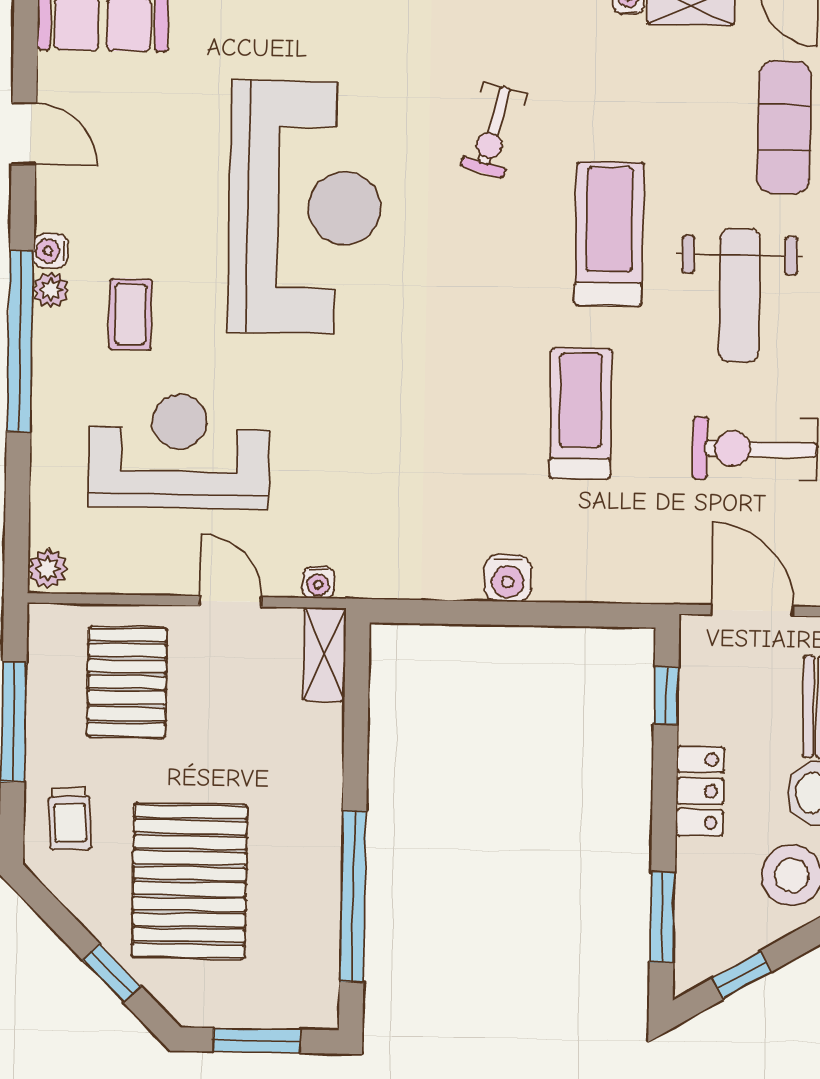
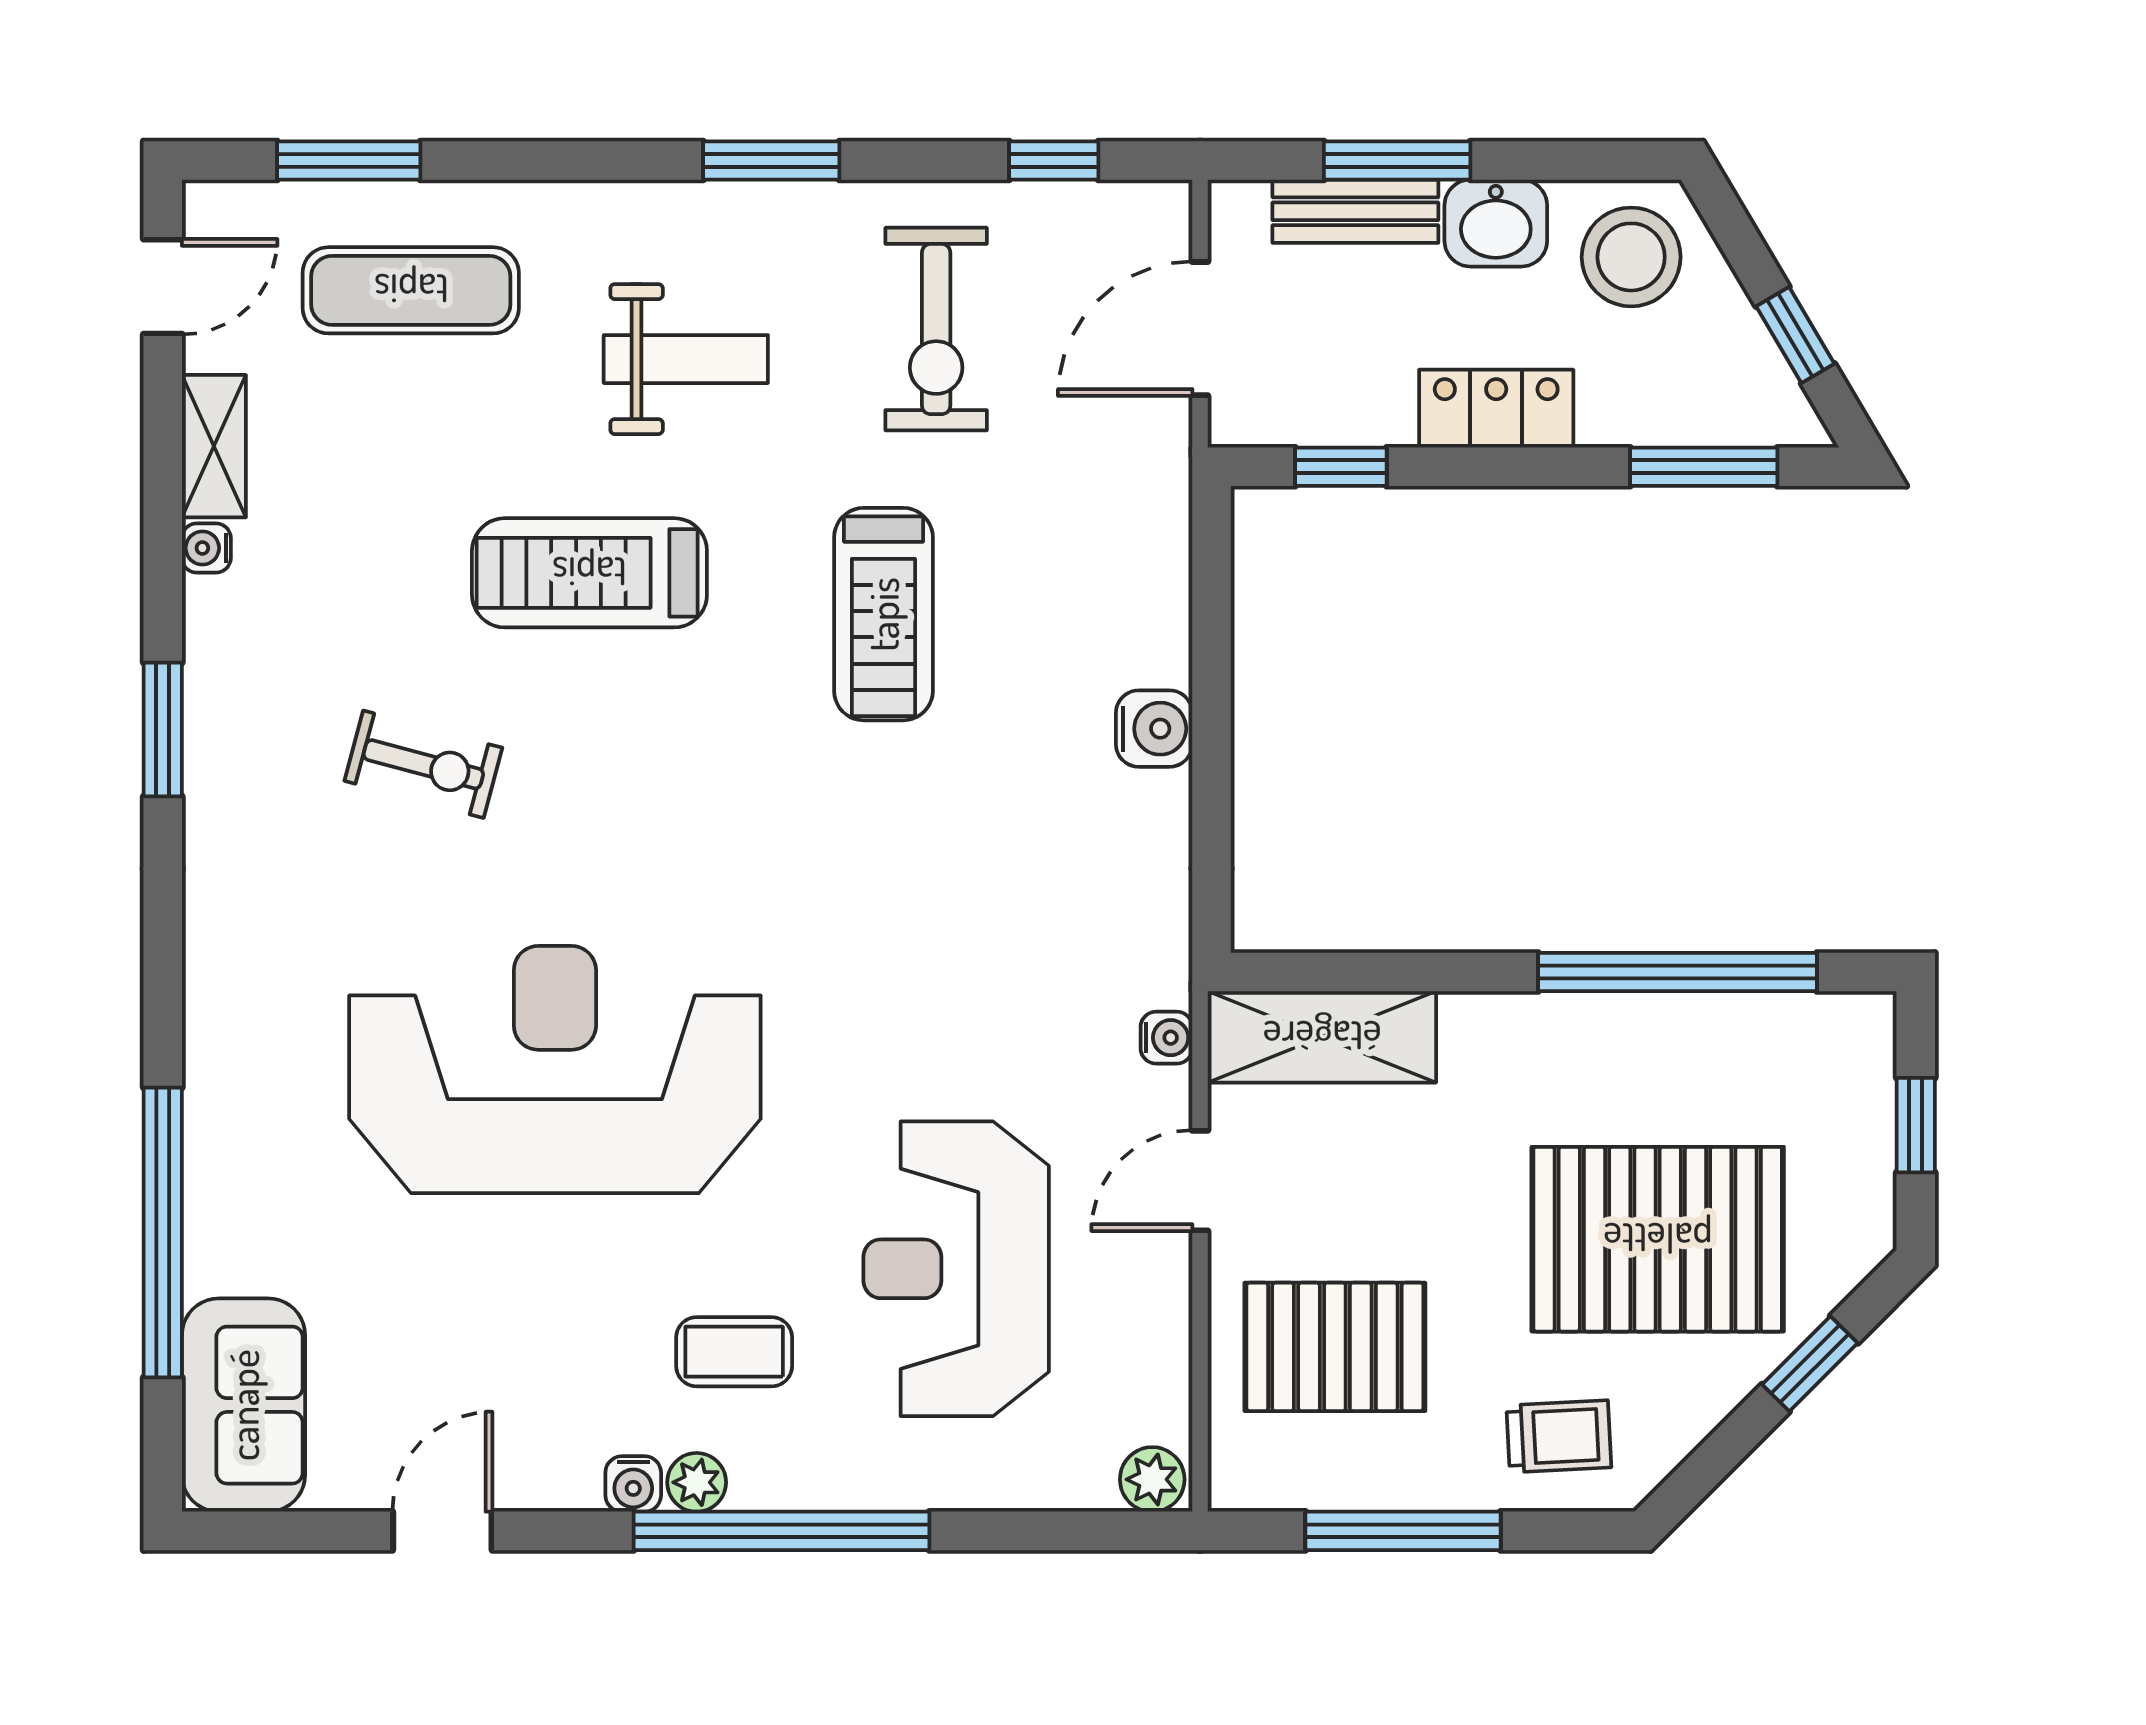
weight bench: (739, 295) -> (686, 359), width x0.73, depth x0.75
treadmill: (581, 414) -> (883, 614), turned -90
shelving: (324, 654) -> (1322, 1037), width x1.50, depth x1.33
window: (257, 1040) -> (1916, 1125), width x0.67

